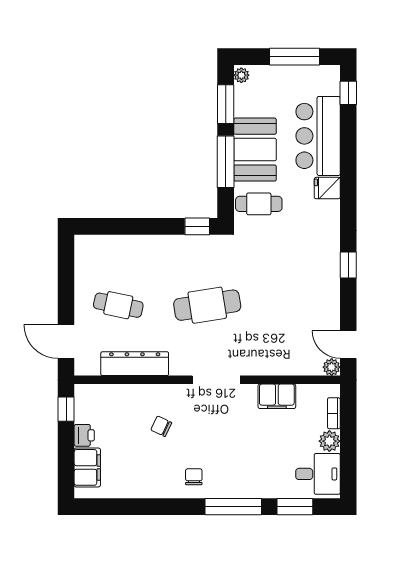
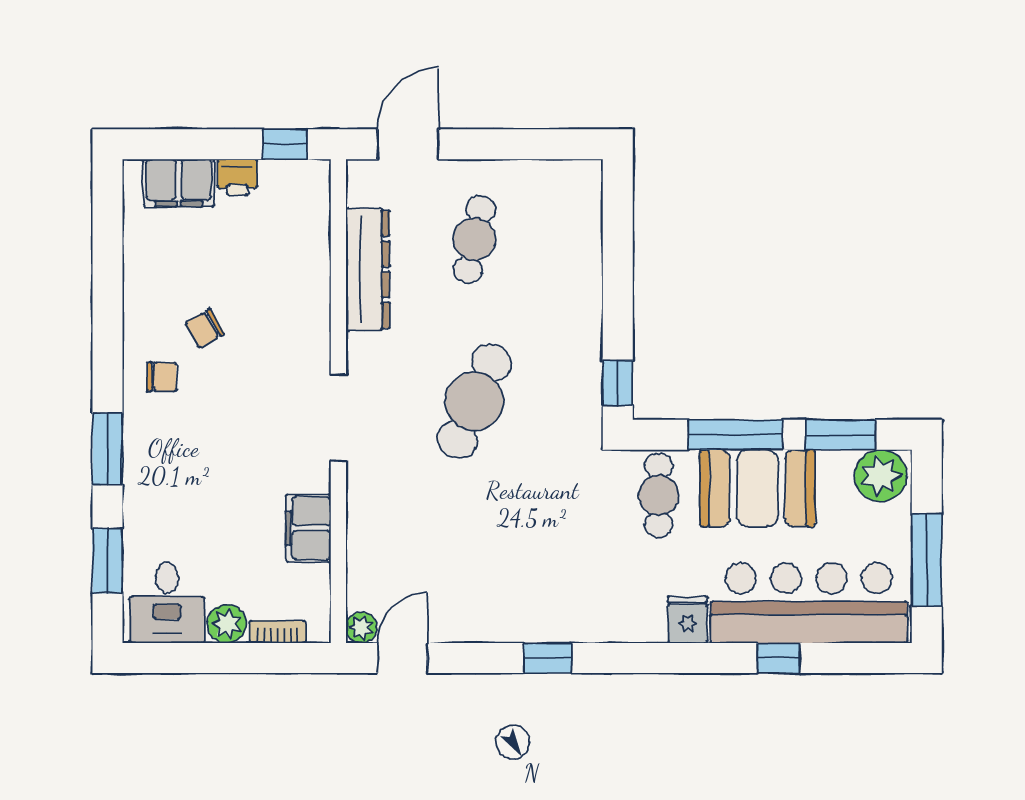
plant: (241, 75) -> (881, 476), width x1.88, depth x1.88
window: (348, 93) -> (779, 658), moved
bar counter: (318, 136) -> (809, 603), width x1.36
cafe table: (207, 305) -> (474, 401), turned 33
chair: (161, 426) -> (205, 328), moved, turned -145
window: (233, 507) -> (107, 449), width x0.69

